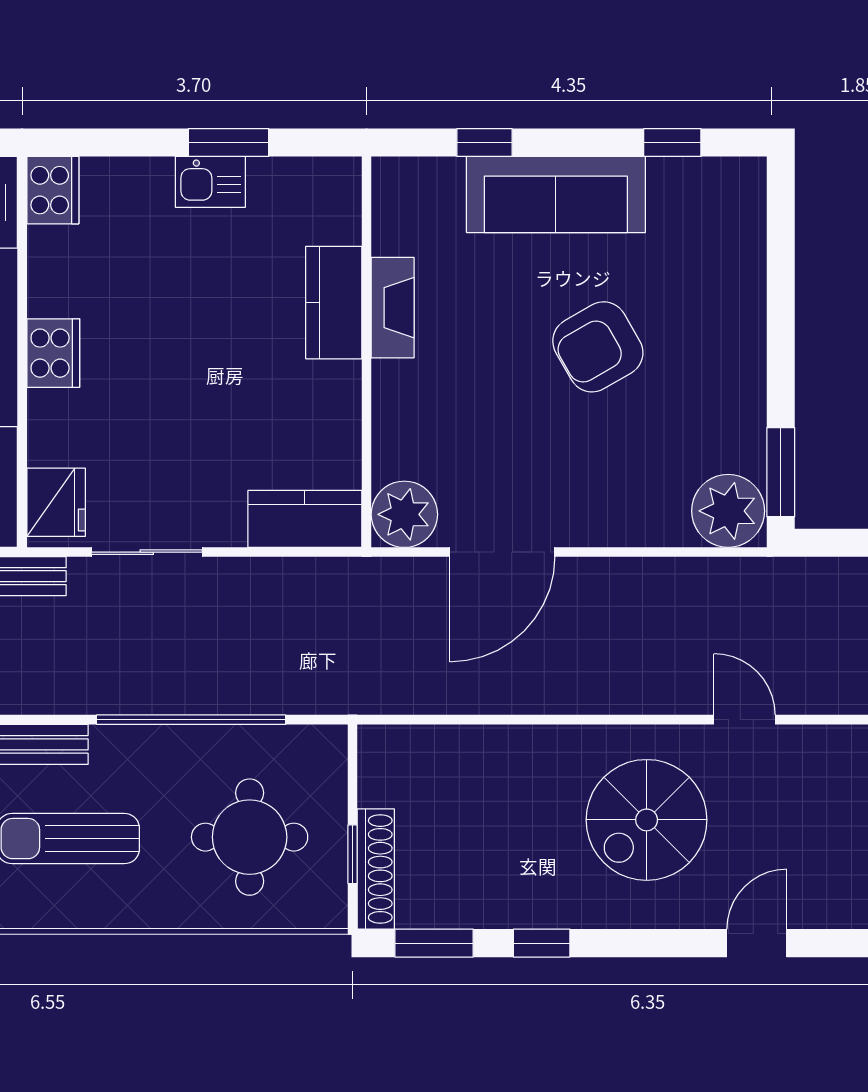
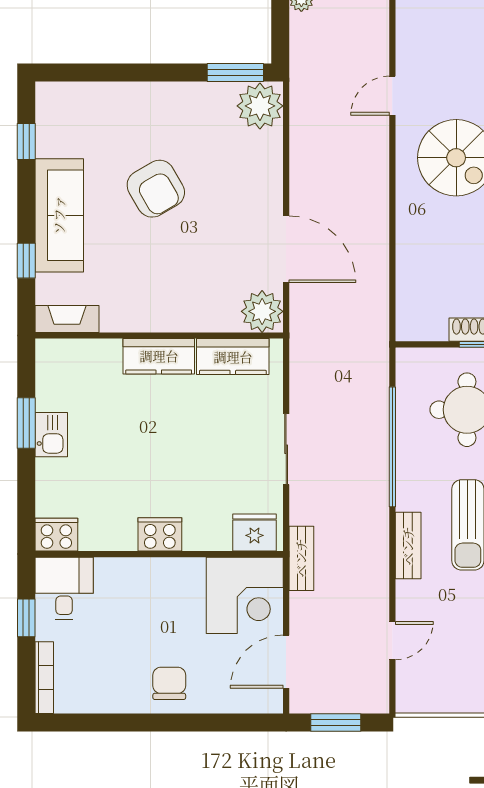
kitchen counter: (334, 303) -> (159, 356), moved
fireplace: (393, 308) -> (67, 319), moved
kitchen counter: (305, 519) -> (233, 357), moved, turned -90
sliding door: (147, 552) -> (286, 449), moved

